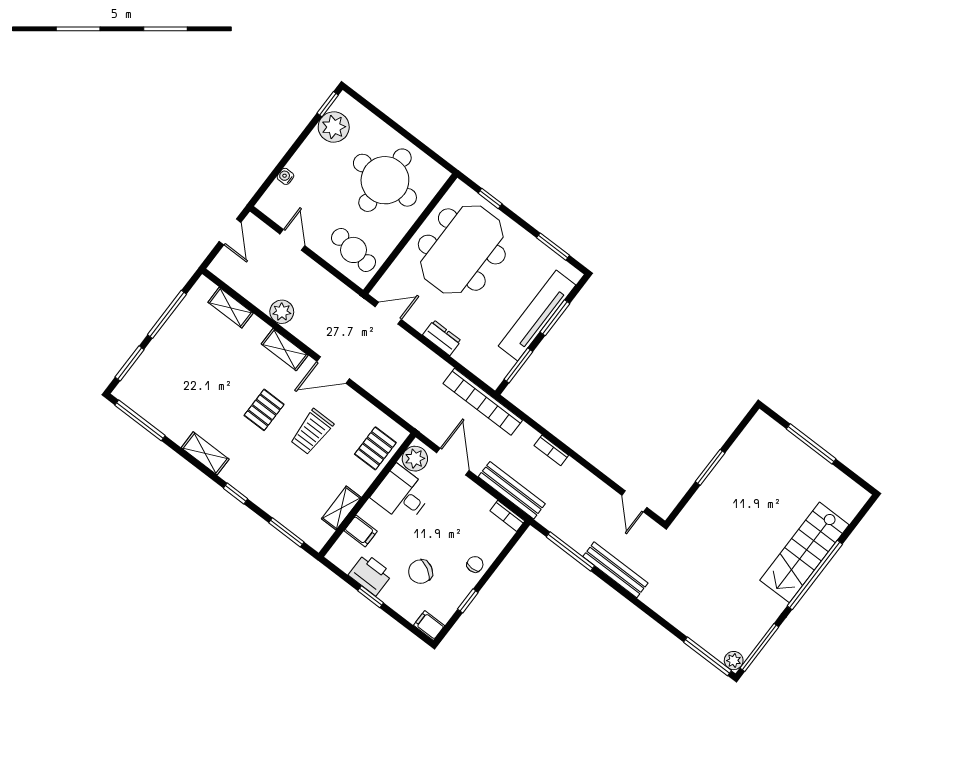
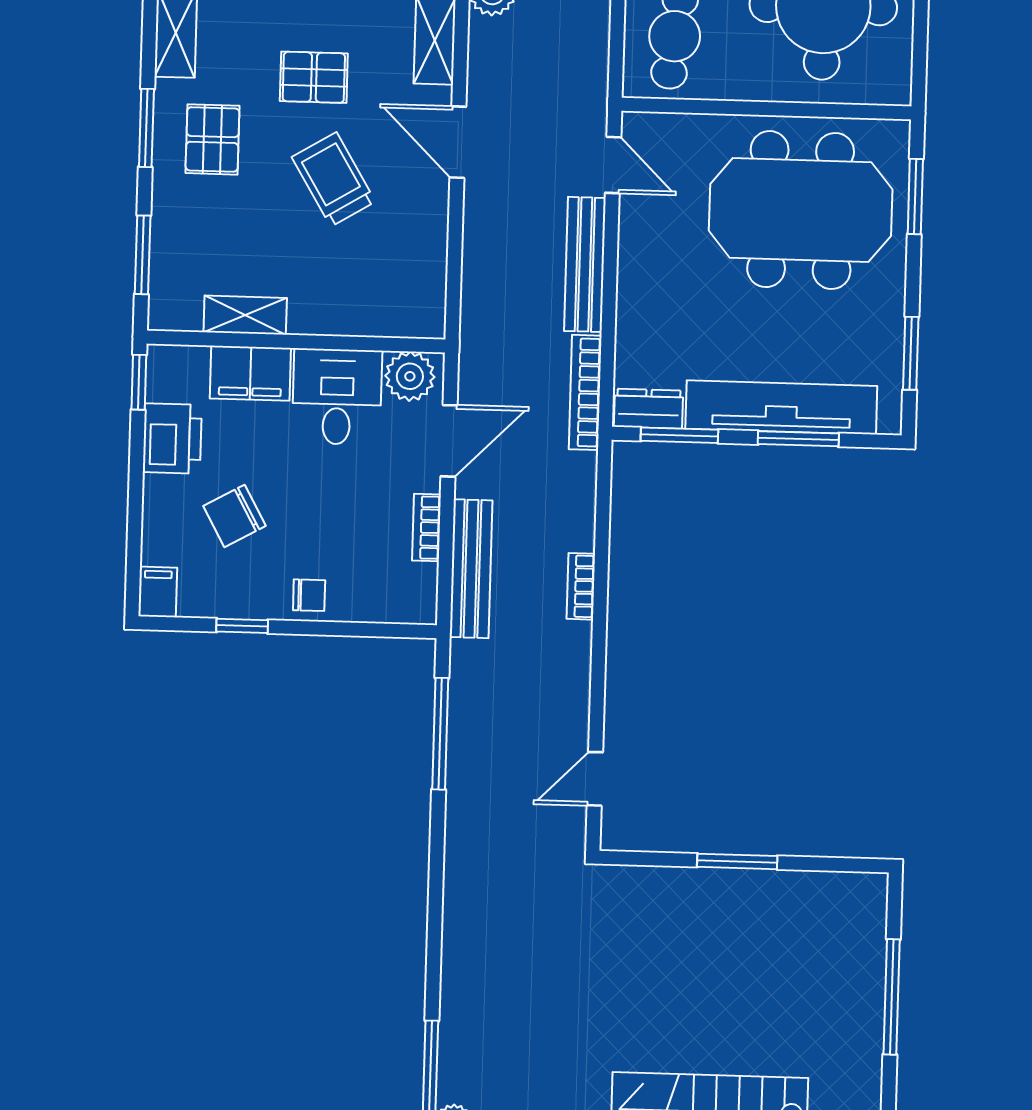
window: (490, 198) -> (915, 196), width x1.50
dresser: (442, 338) -> (649, 409), moved, turned -90
bookcase: (483, 402) -> (585, 392), width x0.68, depth x0.76
trolley: (312, 432) -> (334, 179), turned 59
pallet: (375, 448) -> (212, 139), moved, turned 90
window: (236, 493) -> (146, 128), width x1.50
bookcase: (507, 516) -> (426, 528), moved
filing cabinet: (361, 531) -> (250, 373), width x2.00
bench: (615, 570) -> (585, 264), moved
chair: (421, 572) -> (235, 516), turned -59
window: (371, 597) -> (139, 382), moved

